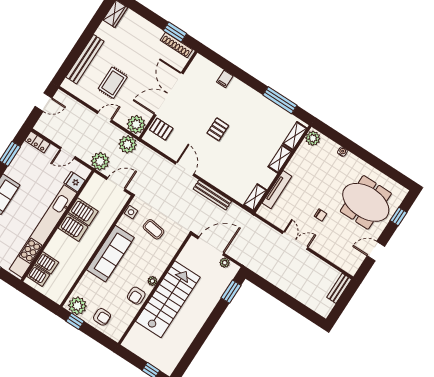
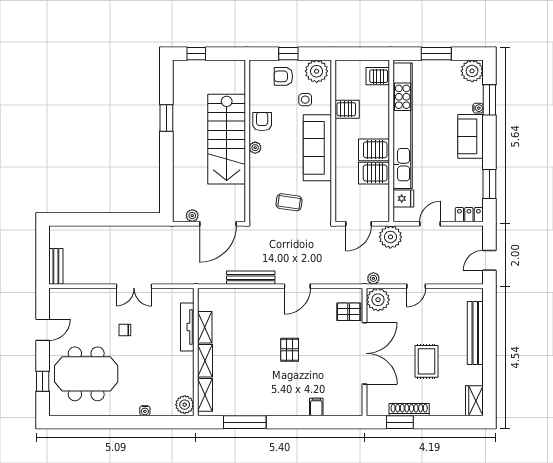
shoe rack: (176, 45) -> (409, 410), moved
rug: (113, 83) -> (426, 361), moved
plant: (128, 144) -> (373, 278), width x0.53, depth x0.53
door: (185, 169) -> (297, 286), hinge flipped
shelving: (255, 197) -> (205, 327), moved
side table: (131, 212) -> (305, 100), moved
server rack: (47, 263) -> (347, 109), moved, turned 180
window: (231, 292) -> (166, 118), moved
window: (75, 321) -> (288, 54), moved

